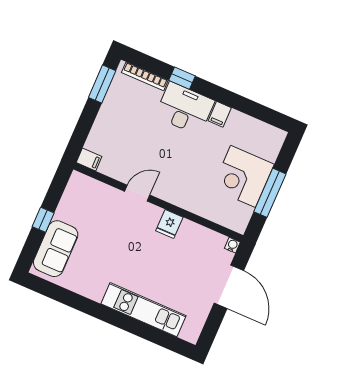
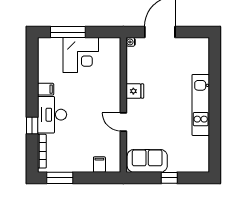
filing cabinet: (89, 160) -> (99, 165), moved
window: (270, 193) -> (68, 32), moved
sofa: (56, 249) -> (147, 161), moved
kitchen unit: (143, 310) -> (201, 105), moved

